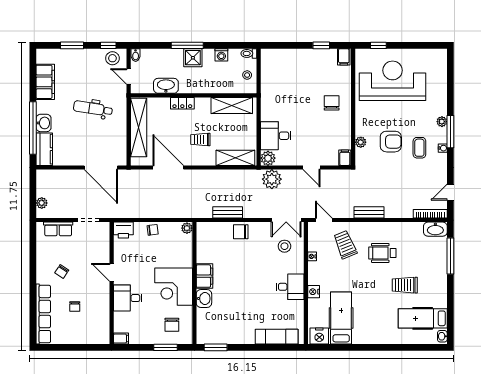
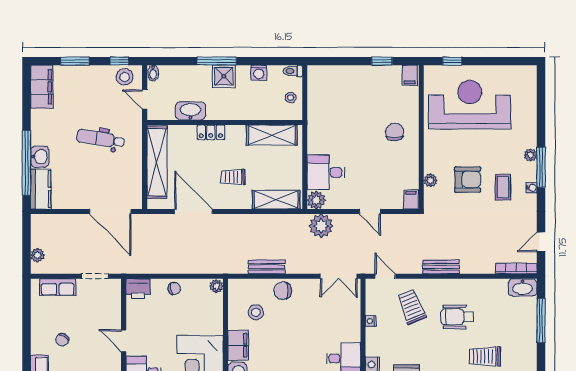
filing cabinet: (45, 82) -> (42, 87), moved
stool: (284, 246) -> (256, 312), moved

